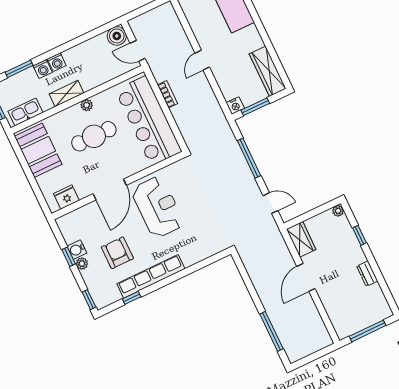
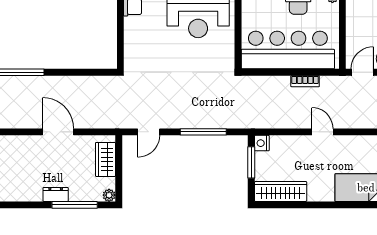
window: (359, 235) -> (75, 205), width x2.17
wardrobe: (301, 239) -> (105, 159), moved, turned 90
dresser: (367, 274) -> (56, 194), moved

